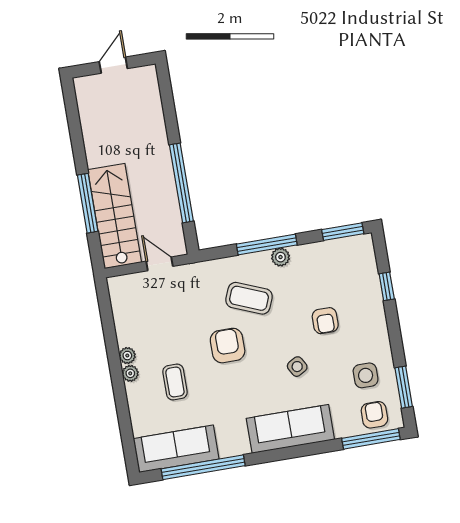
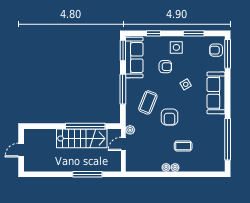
door: (113, 65) -> (21, 150), hinge flipped
stairs: (115, 216) -> (82, 138), moved, turned 180
plant: (280, 257) -> (130, 130), moved
armchair: (228, 346) -> (169, 117), turned -90
side table: (366, 375) -> (176, 47), moved
window: (404, 387) -> (194, 33), moved
sofa: (176, 449) -> (134, 58), moved, turned 180

